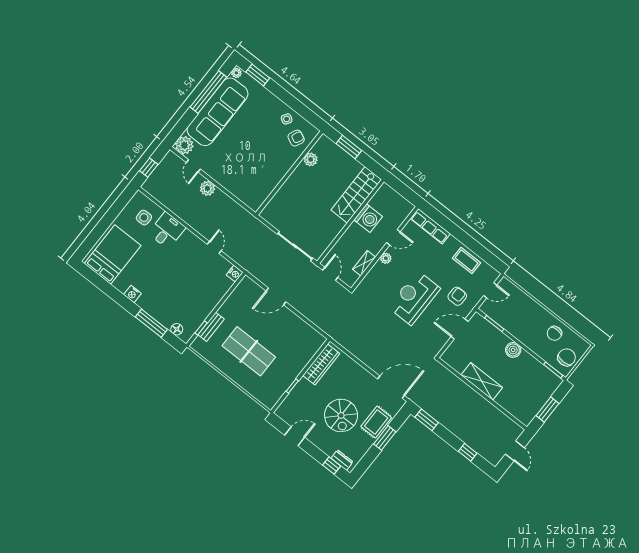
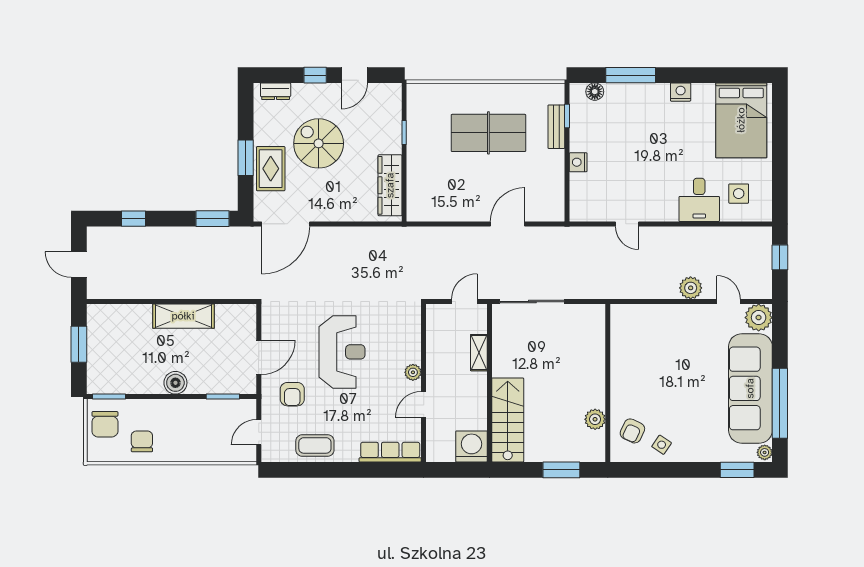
washing machine: (368, 218) -> (472, 446), moved, turned 90
shelving: (364, 263) -> (479, 353), moved
nightstand: (235, 274) -> (578, 162), moved
door: (330, 274) -> (464, 302), swing flipped
window: (332, 465) -> (315, 75), moved

